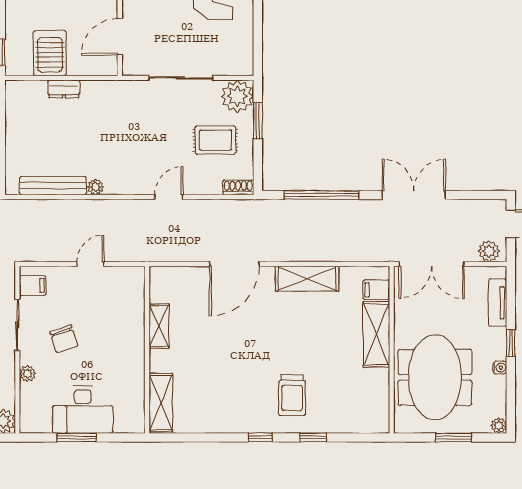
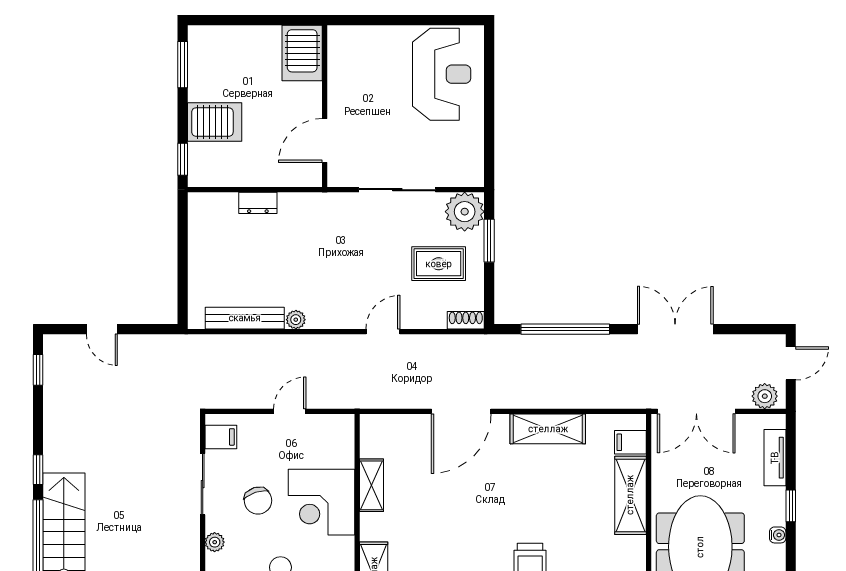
server rack: (50, 53) -> (215, 122), moved, turned 90
corner desk: (117, 340) -> (321, 502), added

